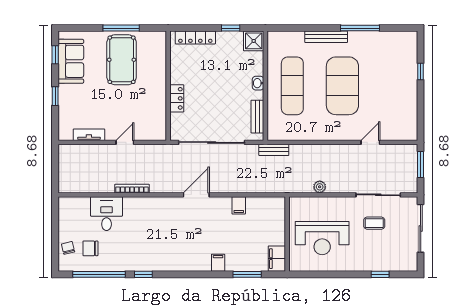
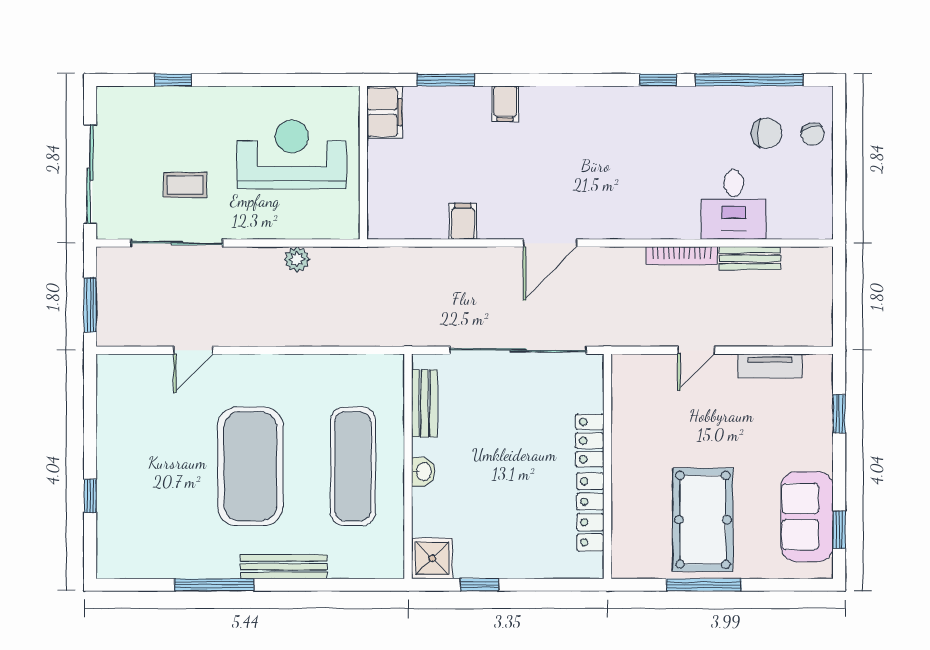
locker: (195, 37) -> (590, 512), moved, turned -90
window: (55, 96) -> (839, 414), moved
bench: (274, 150) -> (750, 258), moved

